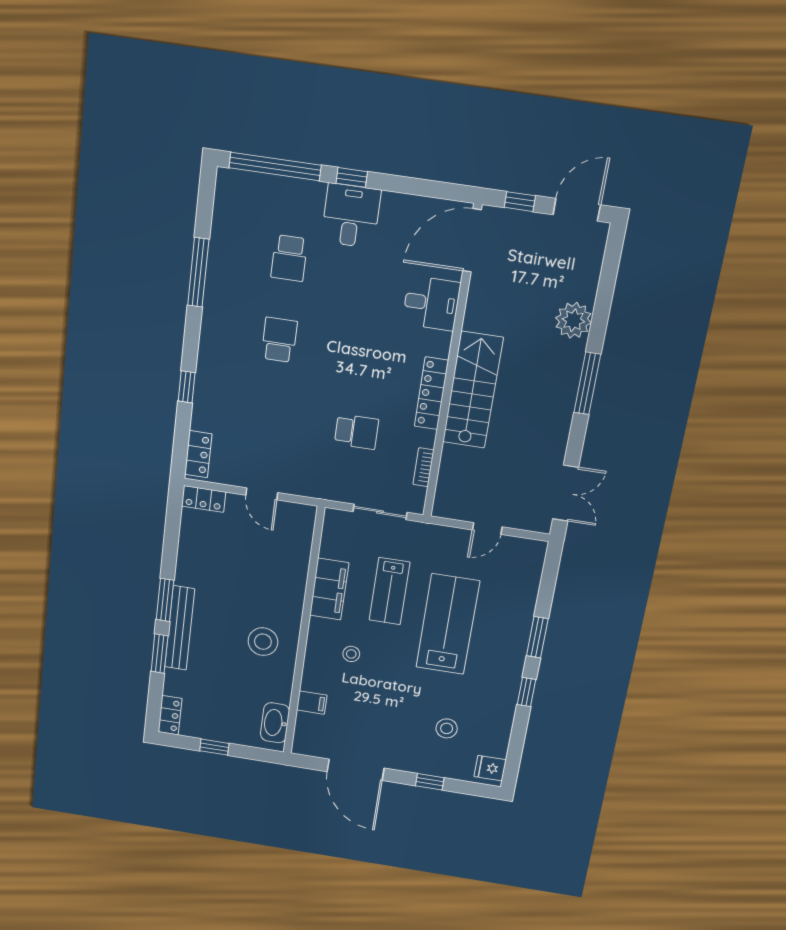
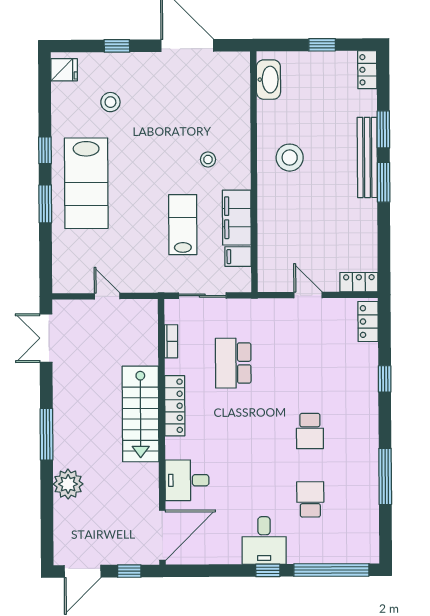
school desk: (356, 432) -> (233, 363), width x1.85
door: (487, 528) -> (107, 296), hinge flipped
lab bench: (448, 624) -> (86, 183), moved
filing cabinet: (312, 703) -> (238, 257), moved

